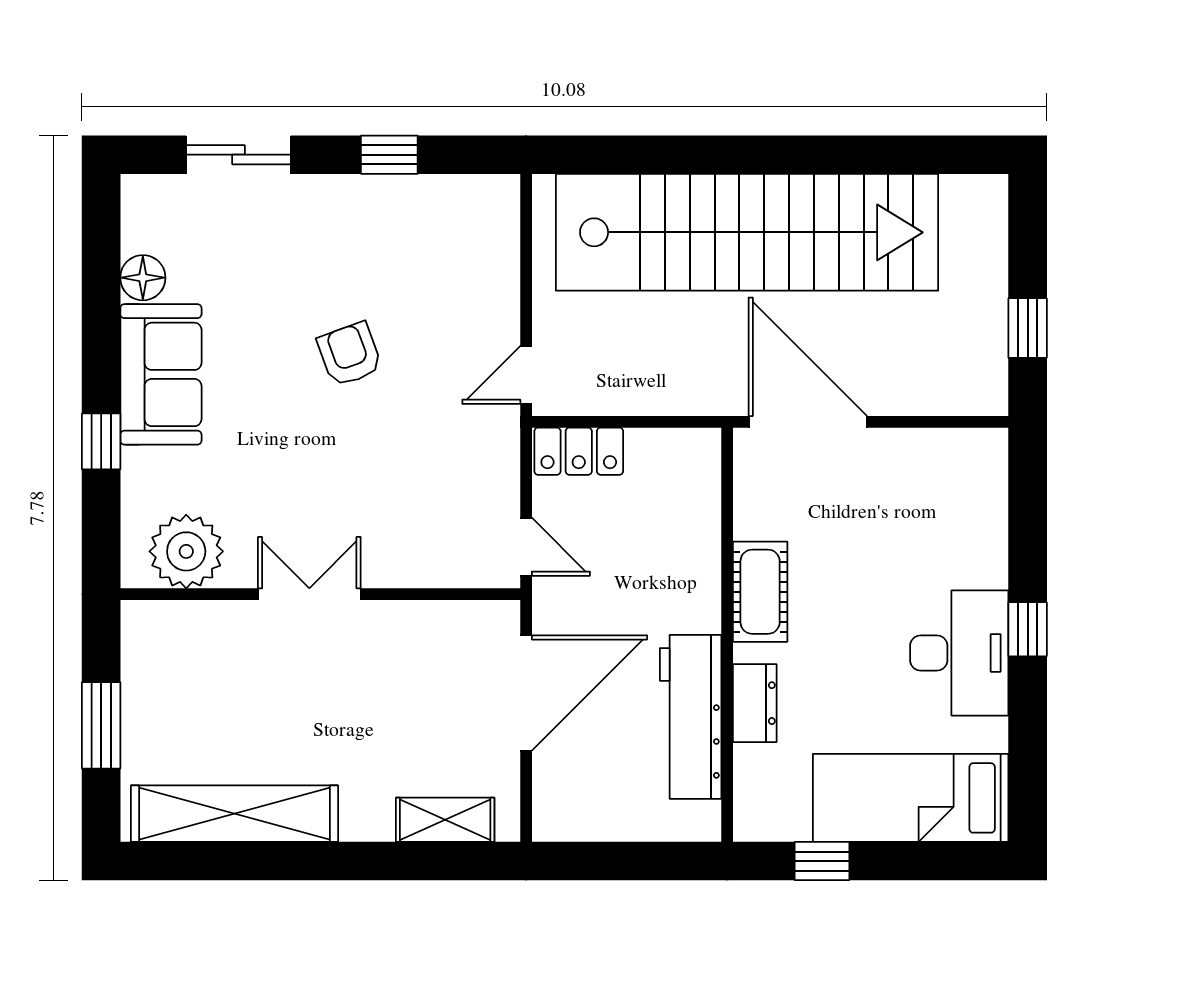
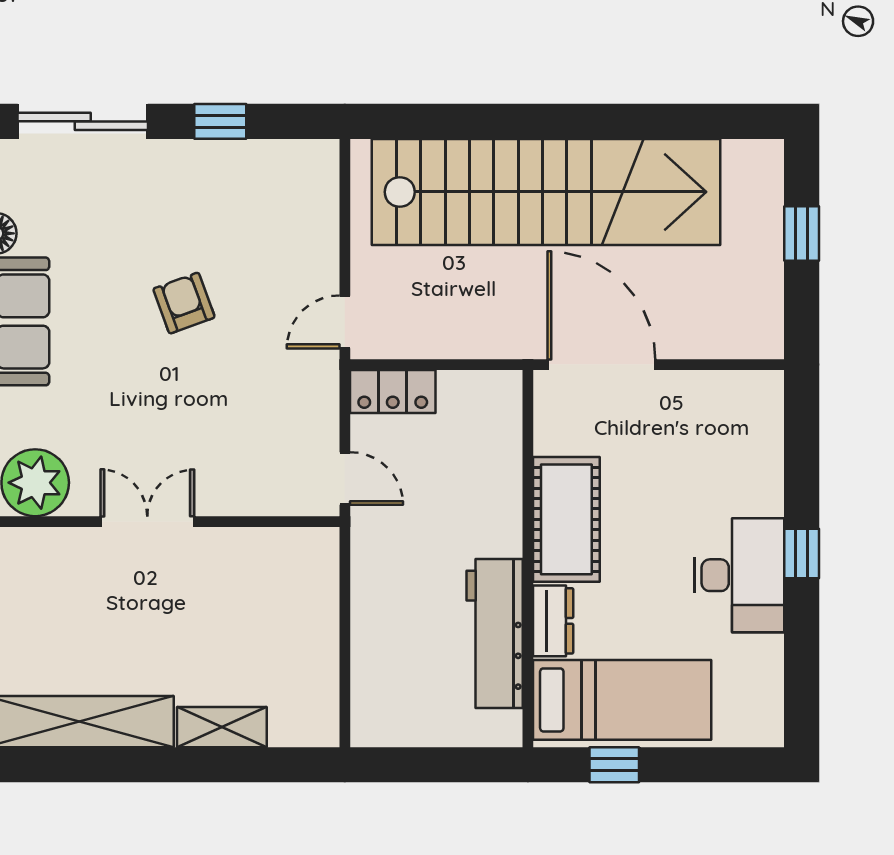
sliding door: (239, 155) -> (83, 121), width x1.37
window: (1028, 328) -> (802, 234), moved
cot: (760, 592) -> (566, 519), width x1.37, depth x1.34
door: (526, 693) -> (345, 612), removed
bed: (911, 798) -> (622, 700), moved, turned 180
shelving: (445, 820) -> (222, 727), moved

